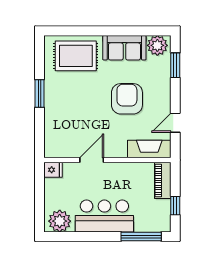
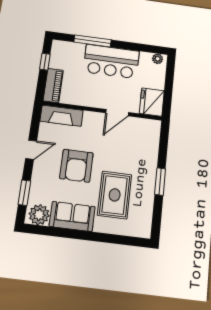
rug: (76, 56) -> (115, 195), moved, turned 90
door: (175, 123) -> (31, 150), moved
fridge: (53, 170) -> (152, 102), width x1.88, depth x1.34
plant: (60, 221) -> (158, 59), width x0.53, depth x0.53
window: (141, 237) -> (93, 41), moved

